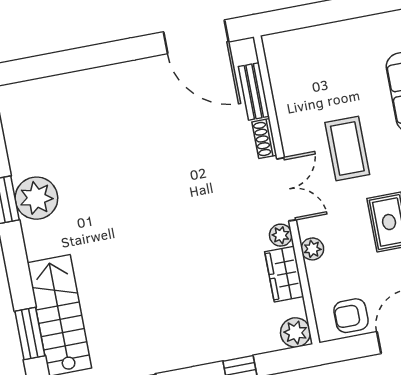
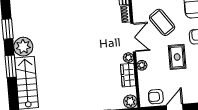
coffee table: (347, 149) -> (162, 22), turned -35
plant: (36, 198) -> (23, 47), moved
window: (30, 333) -> (11, 66), moved

